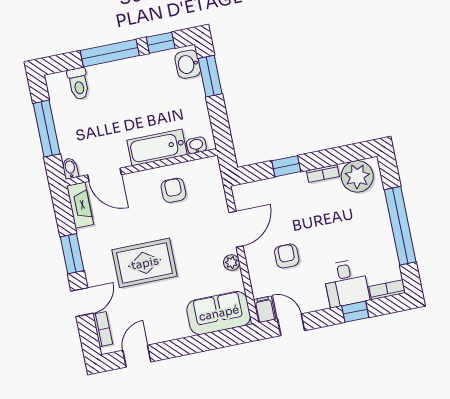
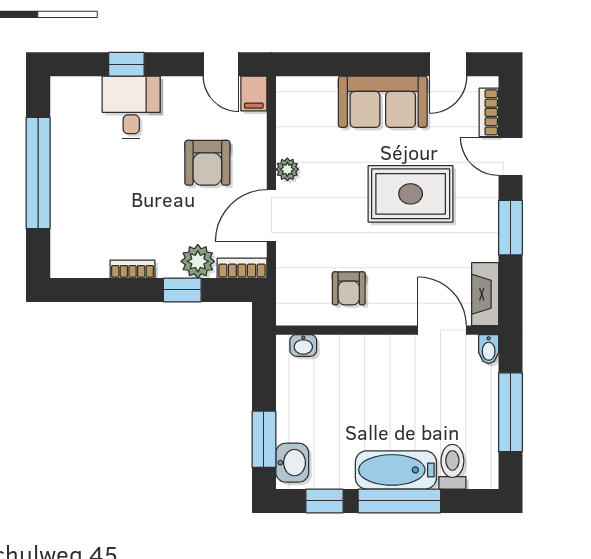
bathtub: (157, 147) -> (396, 470), moved, turned 180
plant: (357, 176) -> (198, 261), moved, width x0.73, depth x0.73
armchair: (287, 256) -> (207, 163), width x1.38, depth x1.38
bookcase: (387, 290) -> (242, 268), moved, turned 180
door: (82, 302) -> (510, 156), hinge flipped
sofa: (219, 313) -> (383, 102), moved

